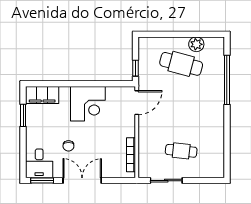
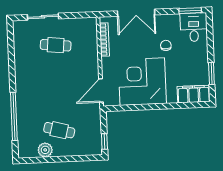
cafe table: (181, 64) -> (59, 130), width x0.73, depth x0.74
window: (135, 68) -> (104, 141), moved
corner desk: (88, 104) -> (142, 82), width x1.36, depth x1.36
double door: (82, 181) -> (136, 13), moved
sliding door: (166, 181) -> (43, 17), moved

